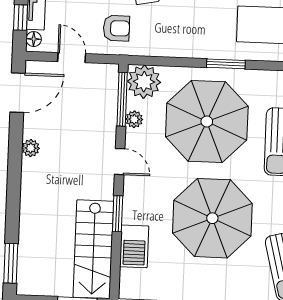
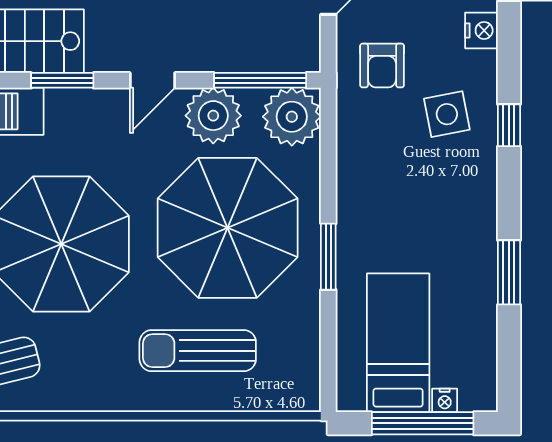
plant: (134, 119) -> (213, 116), width x1.87, depth x1.87

